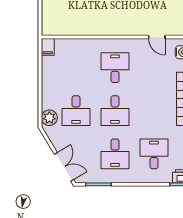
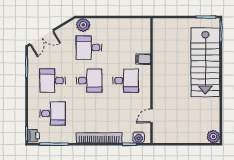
filing cabinet: (48, 47) -> (143, 59), moved
desk: (115, 111) -> (89, 81), turned 180

